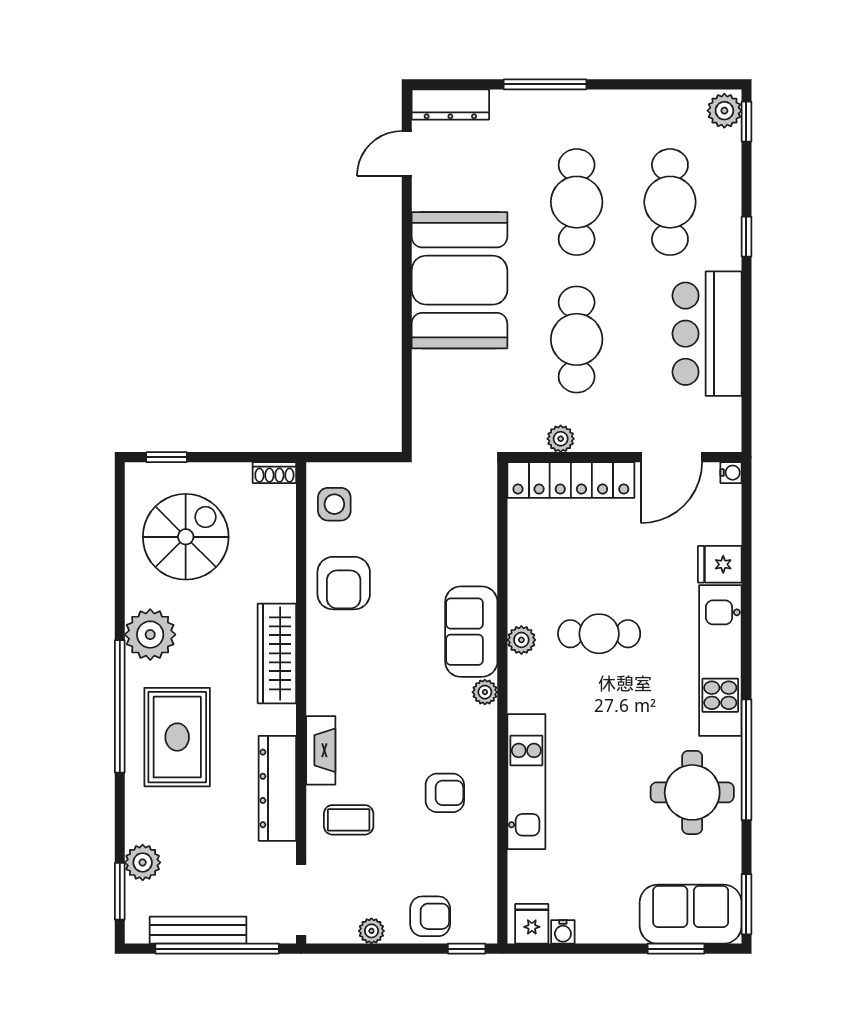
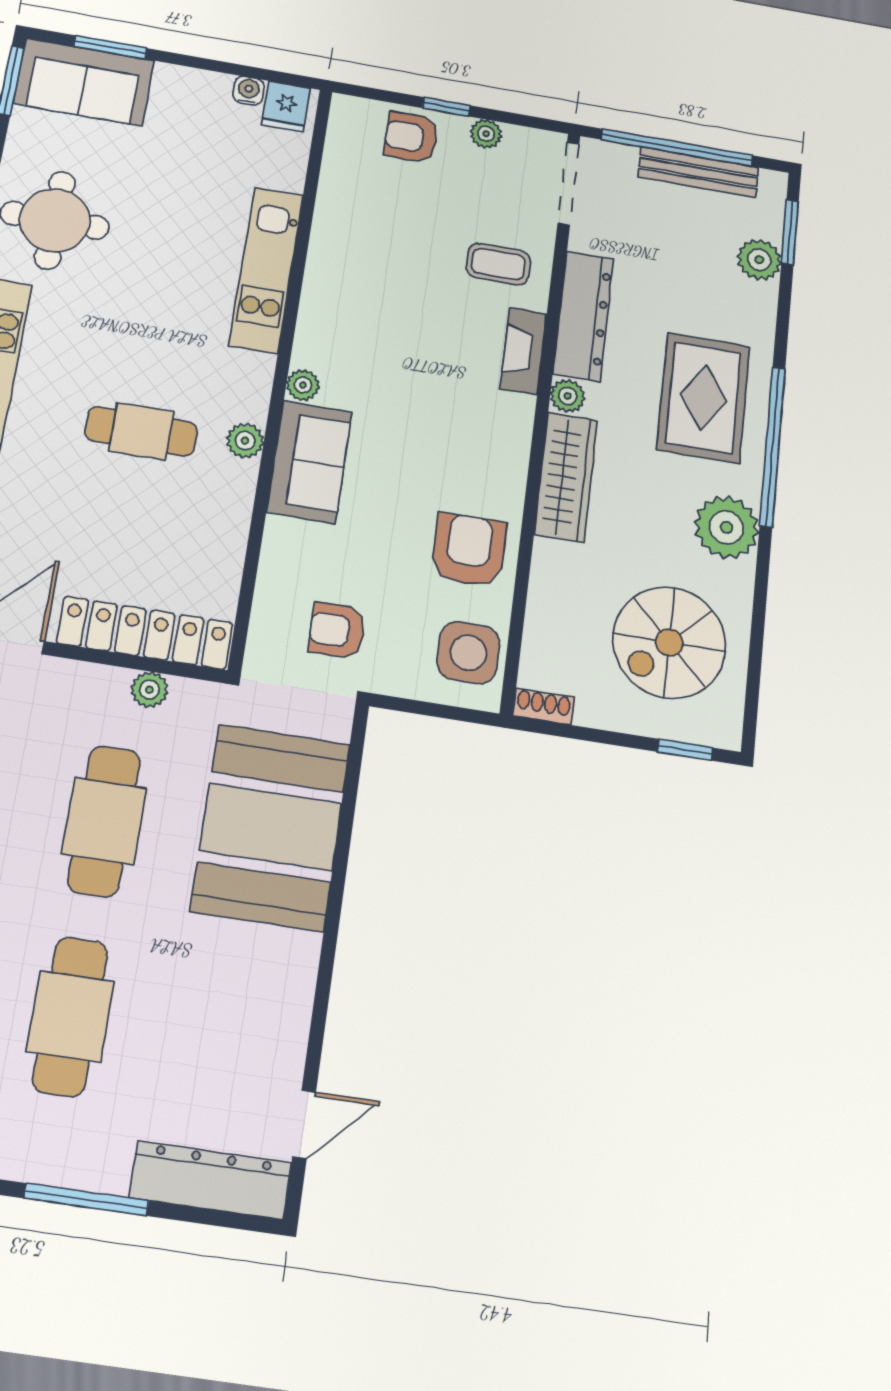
dresser: (450, 104) -> (211, 1180), width x1.37, depth x1.24
booth: (459, 280) -> (271, 827), moved
side table: (334, 504) -> (468, 653), width x1.37, depth x1.37
plant: (283, 720) -> (568, 396), added
armchair: (445, 793) -> (337, 630), moved
window: (467, 949) -> (446, 107), moved

